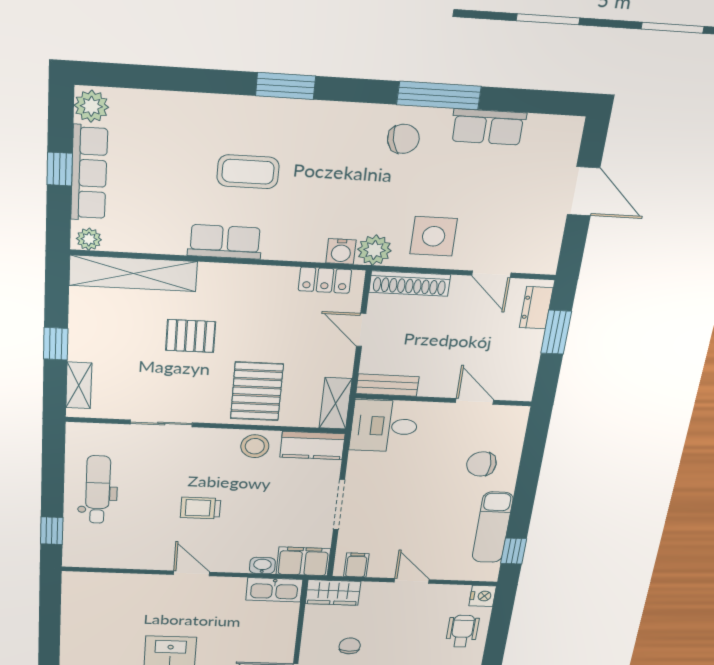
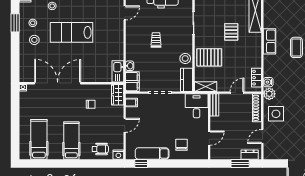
door: (192, 573) -> (125, 13), moved

